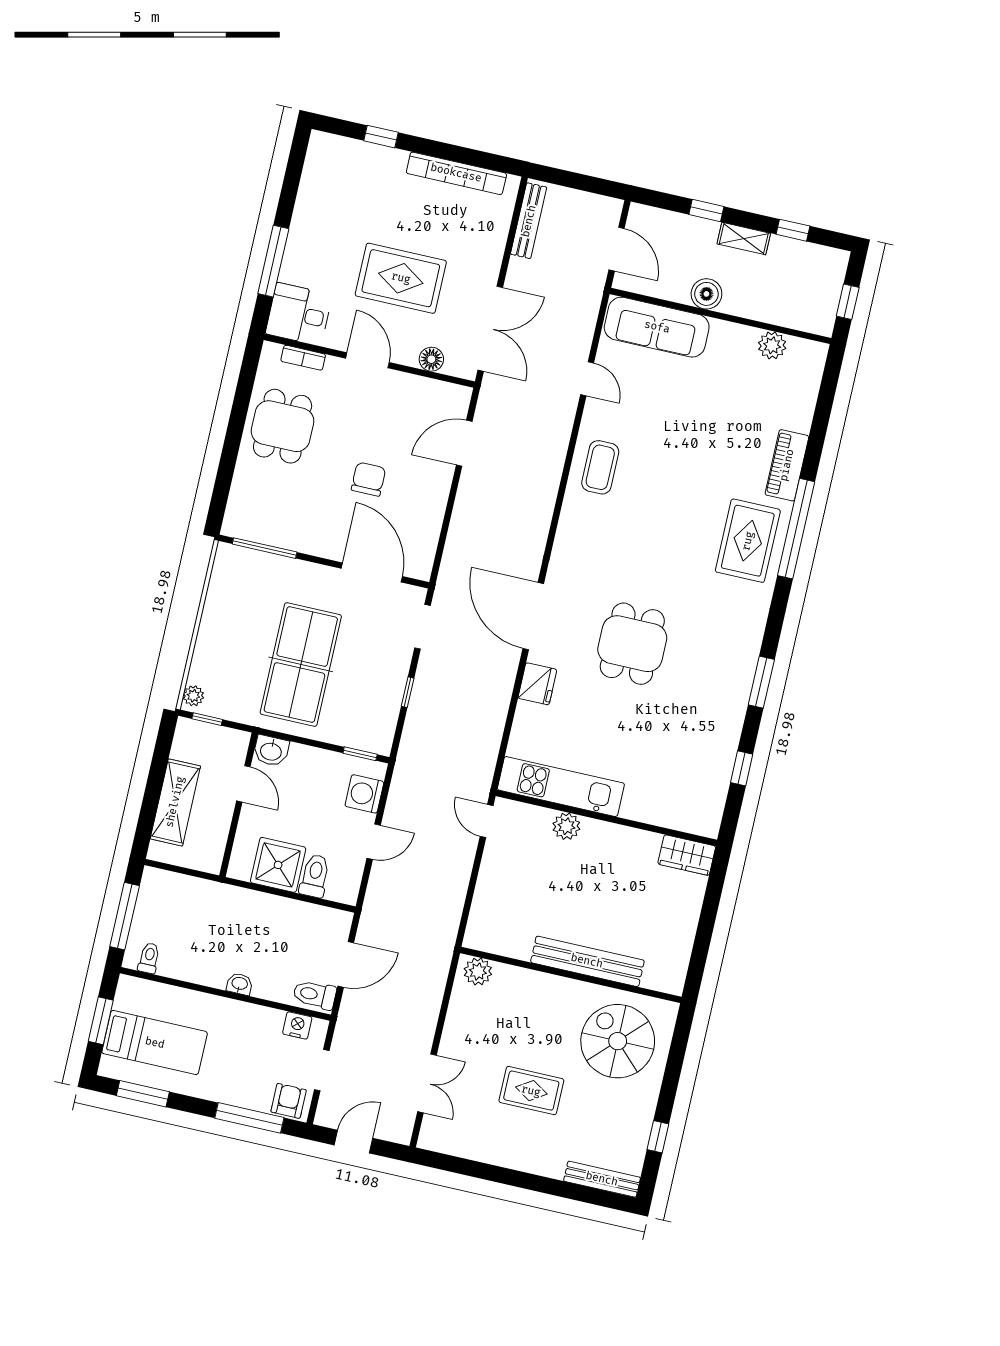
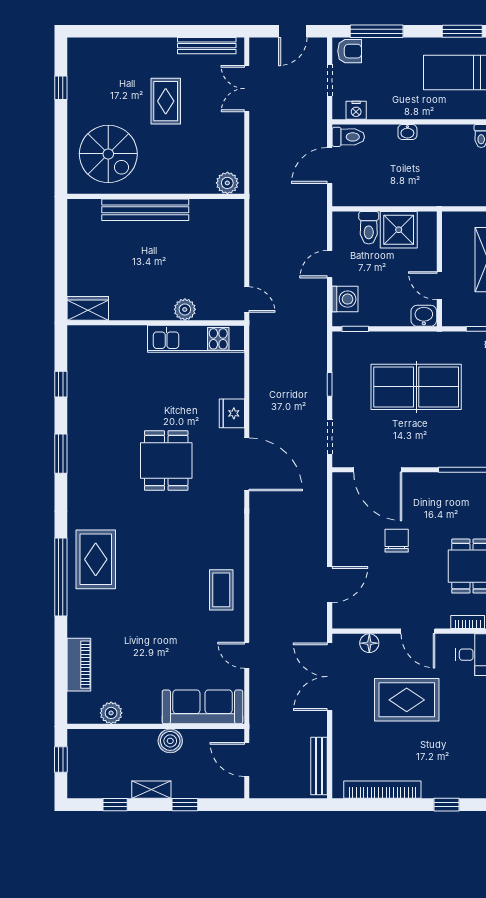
piano: (787, 465) -> (79, 665), moved
chair: (368, 479) -> (397, 541), turned 180
table tennis table: (301, 664) -> (416, 387), turned 90
rug: (531, 1091) -> (166, 101), turned 90
armchair: (289, 1101) -> (350, 51), turned -90
bench: (602, 1179) -> (207, 46), moved

